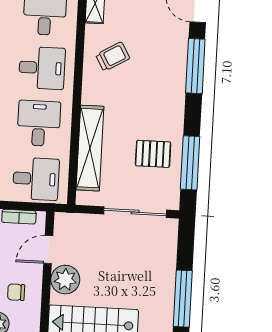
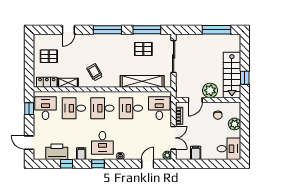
window: (195, 66) -> (107, 30), moved
desk: (42, 68) -> (102, 108), turned -90
pallet: (153, 154) -> (143, 49), turned 90
door: (48, 250) -> (195, 100), hinge flipped

